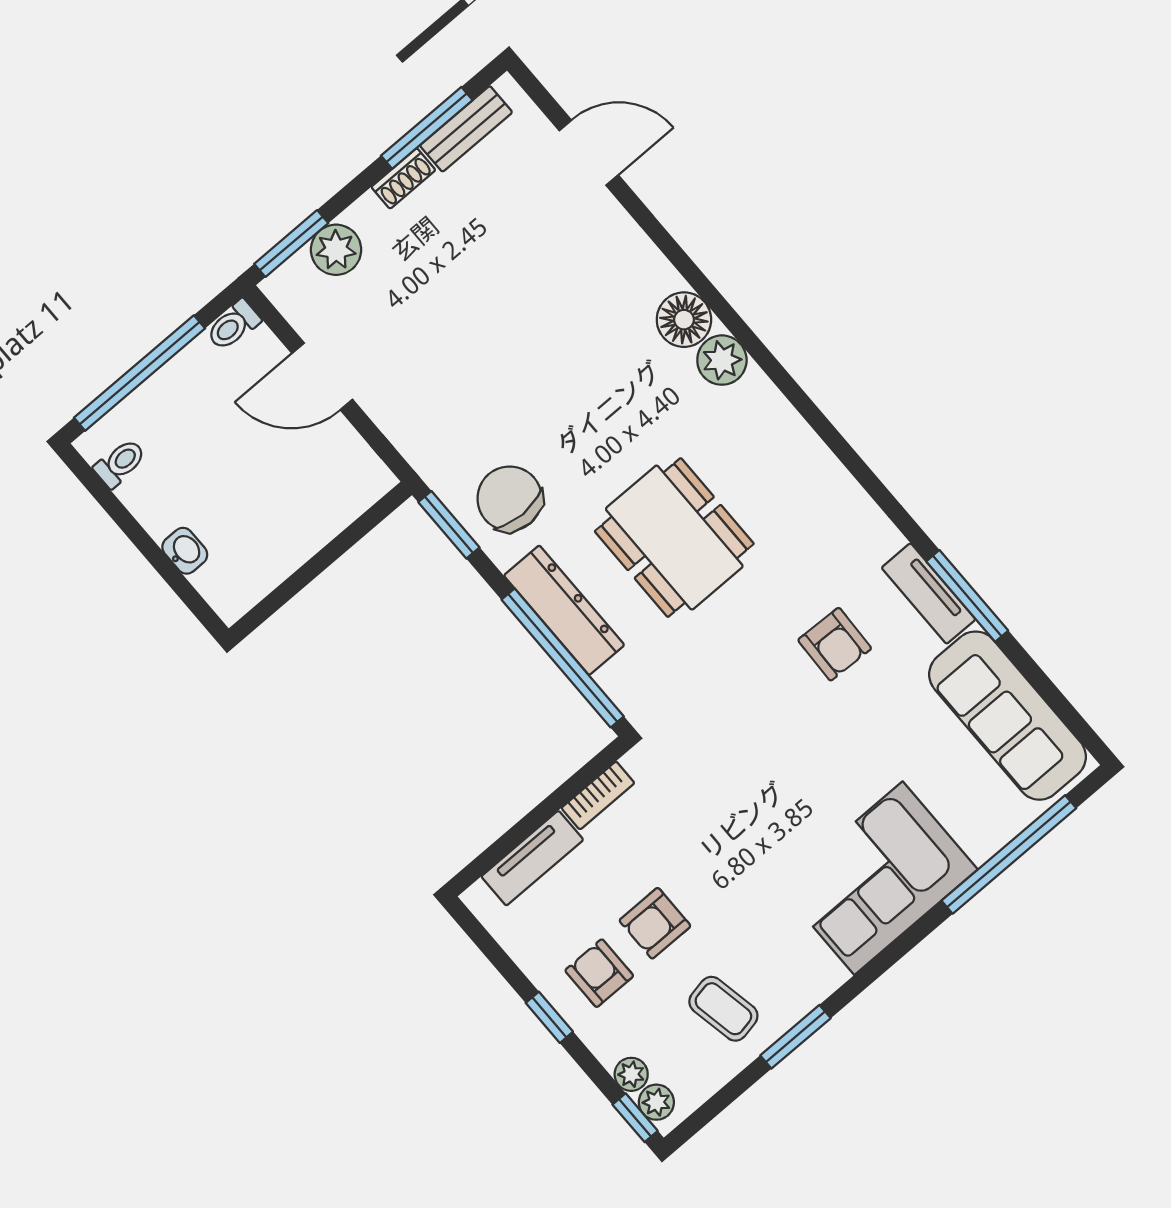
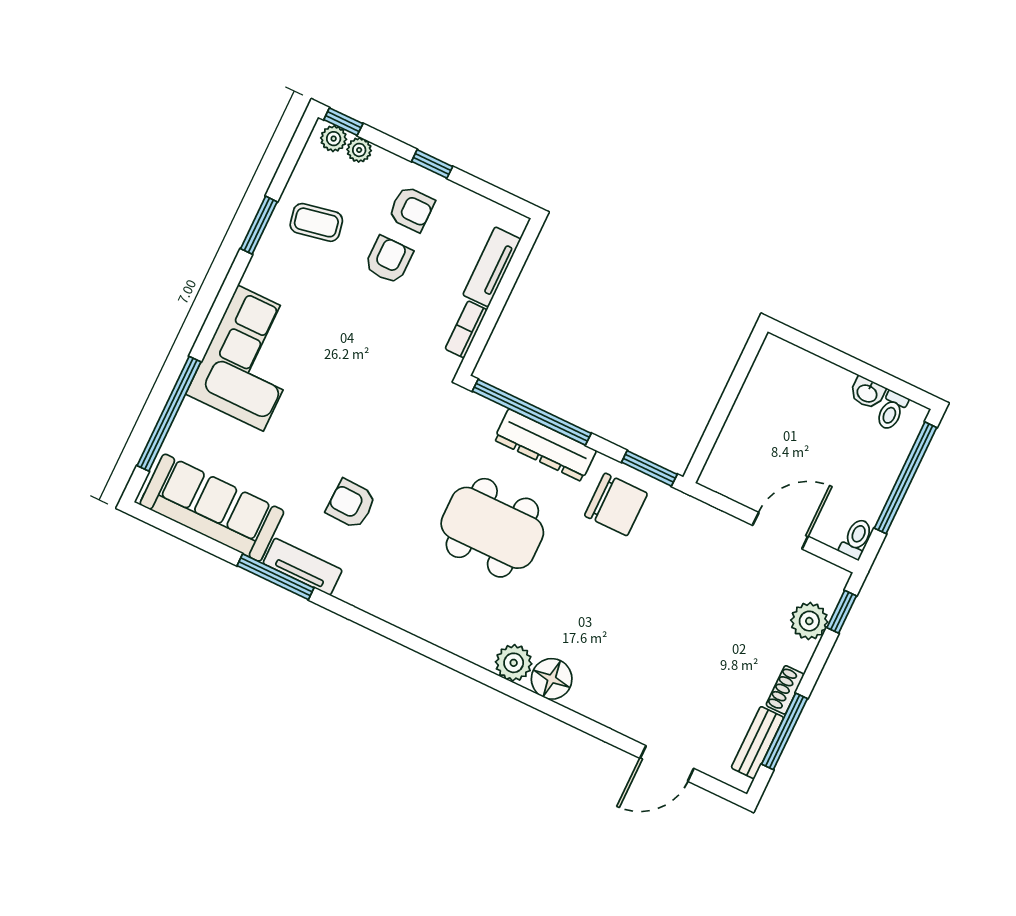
window: (291, 243) -> (842, 612), width x0.67
washbasin: (185, 551) -> (867, 393), moved

